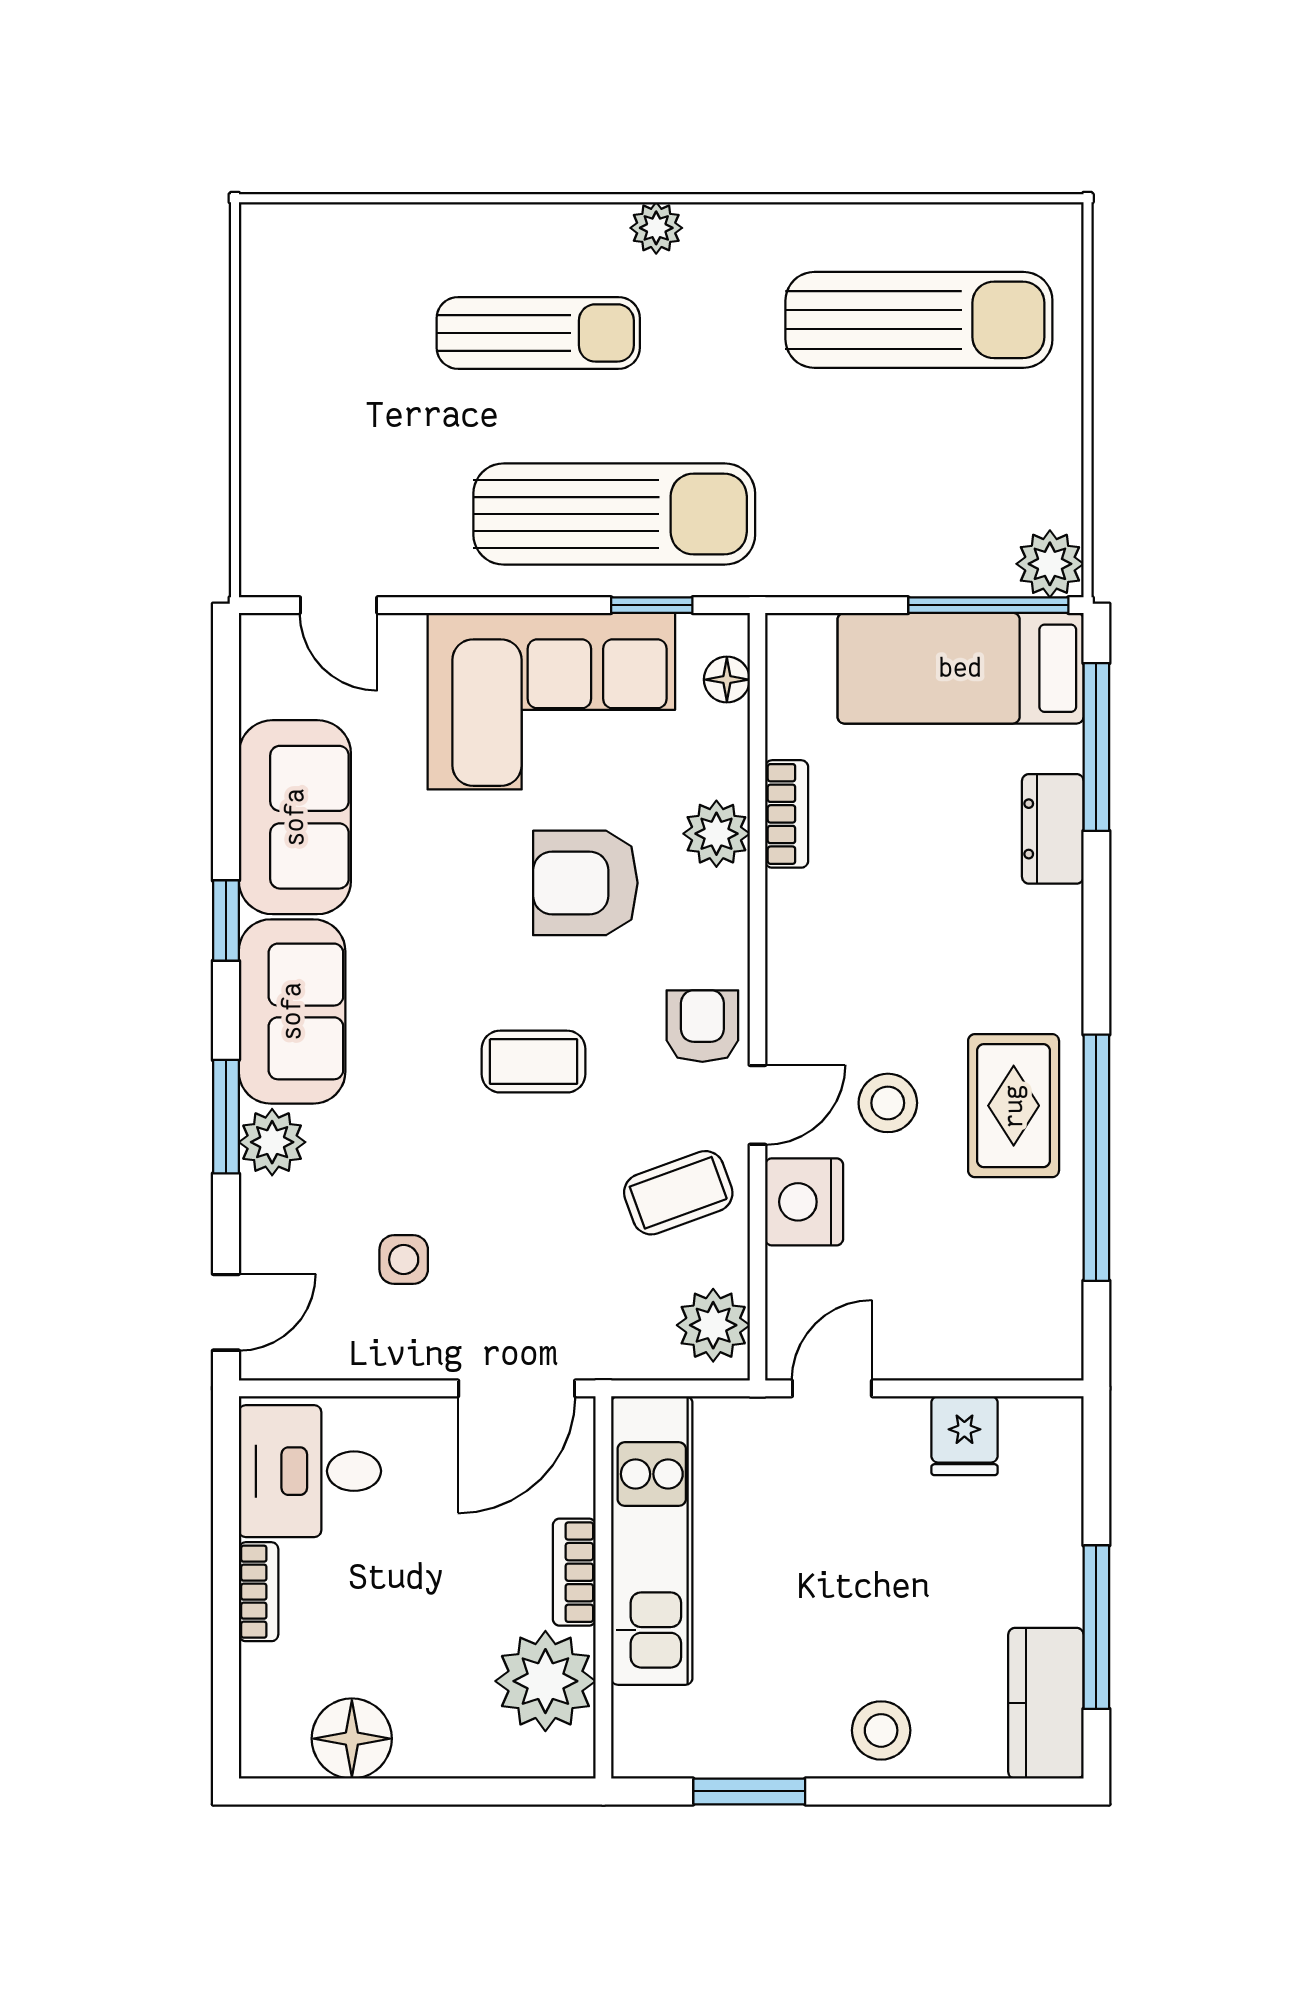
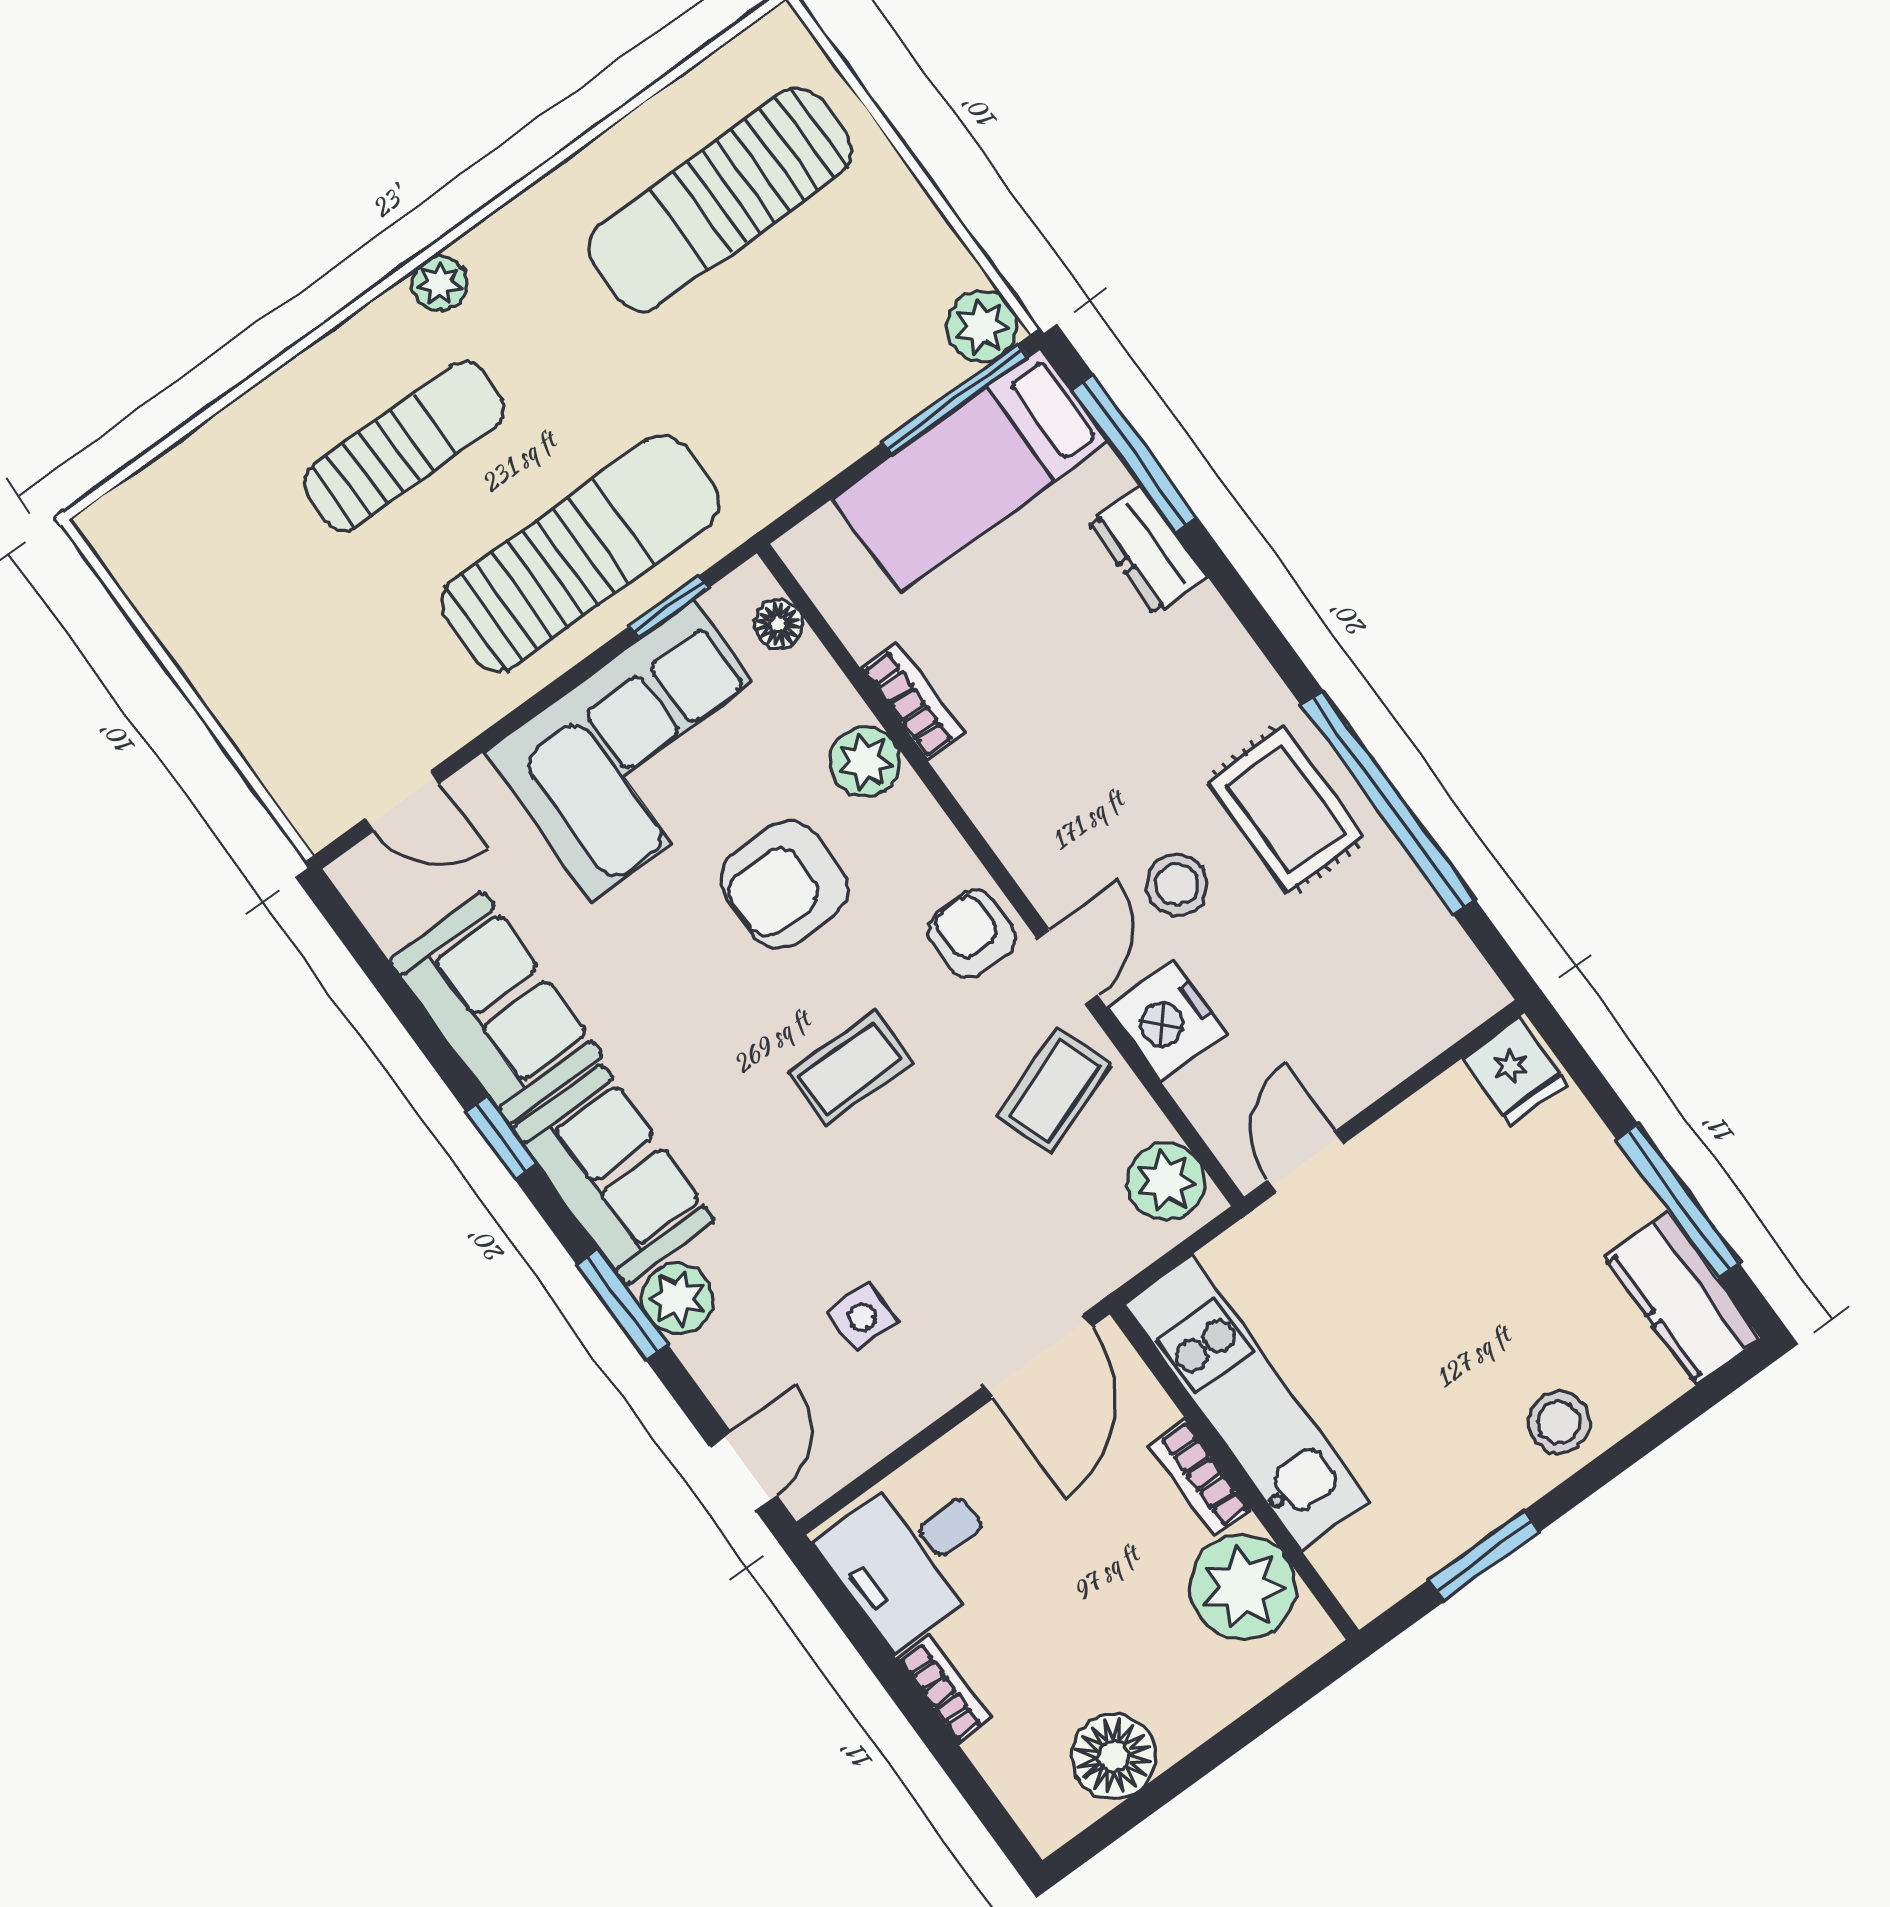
sun lounger: (919, 320) -> (720, 200), turned 180
fridge: (964, 1436) -> (1515, 1071), moved

